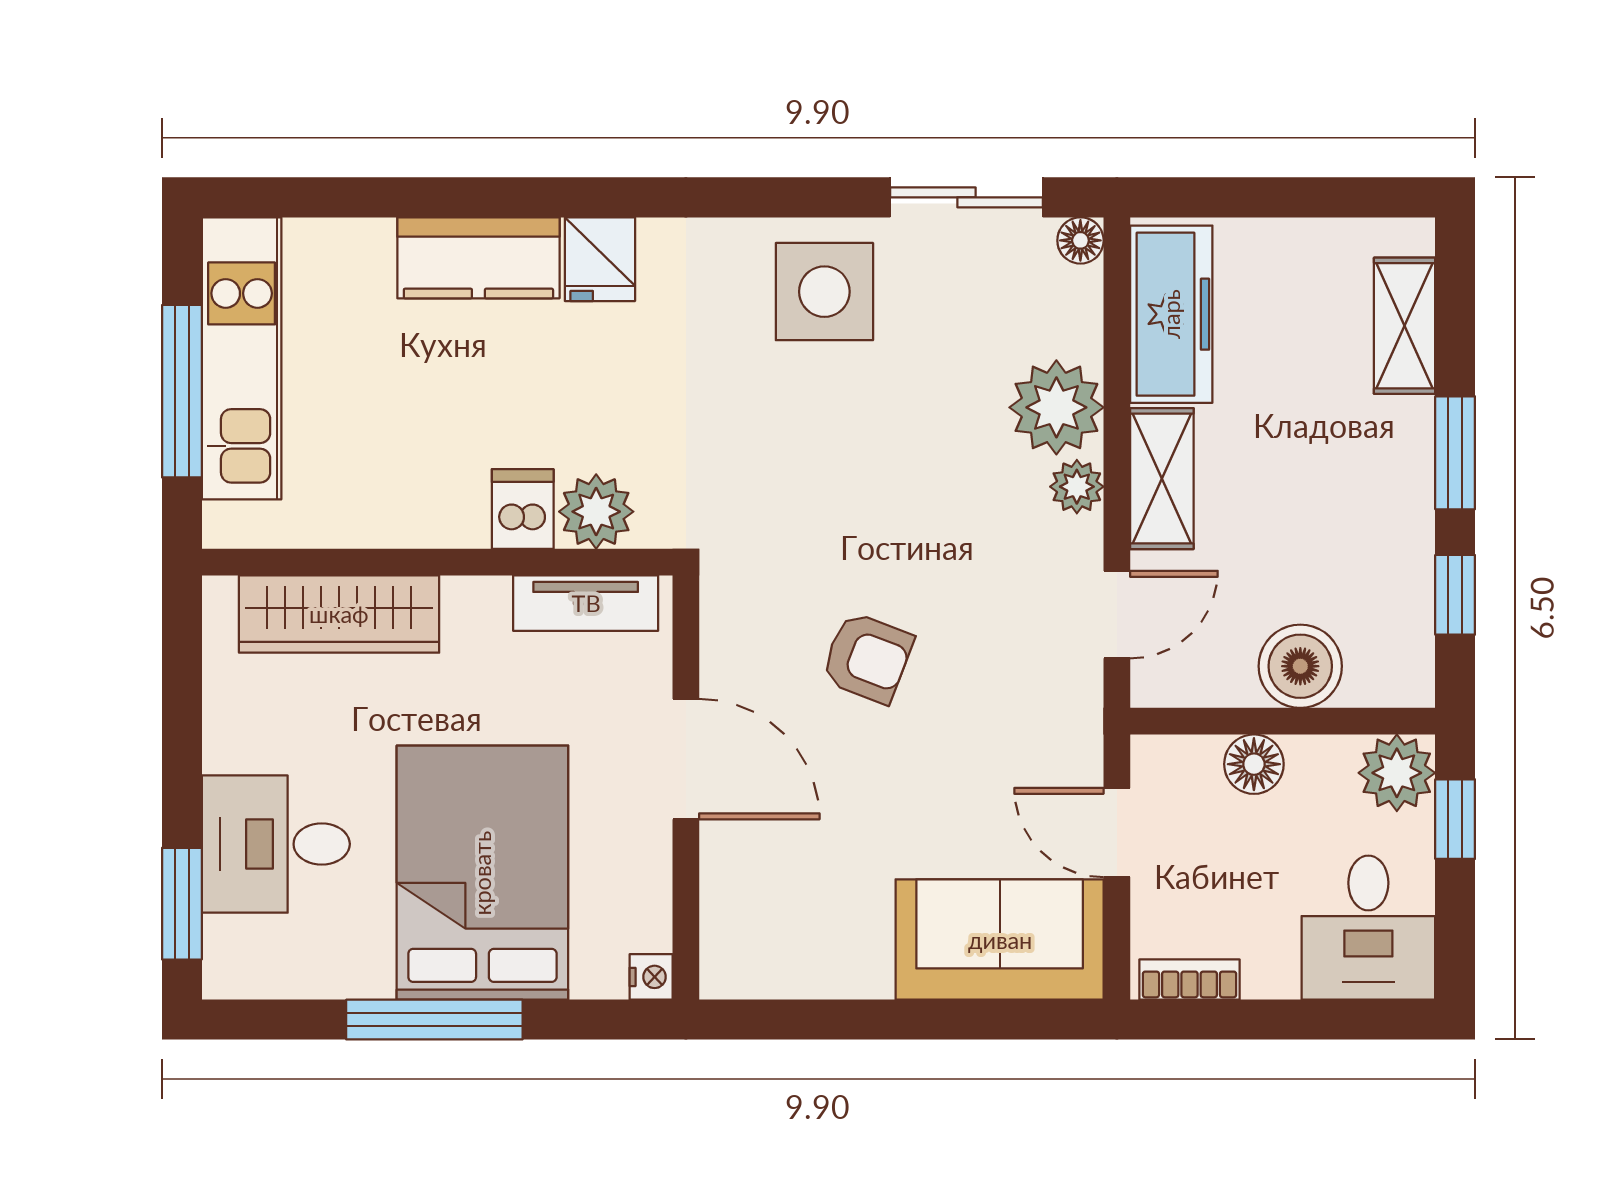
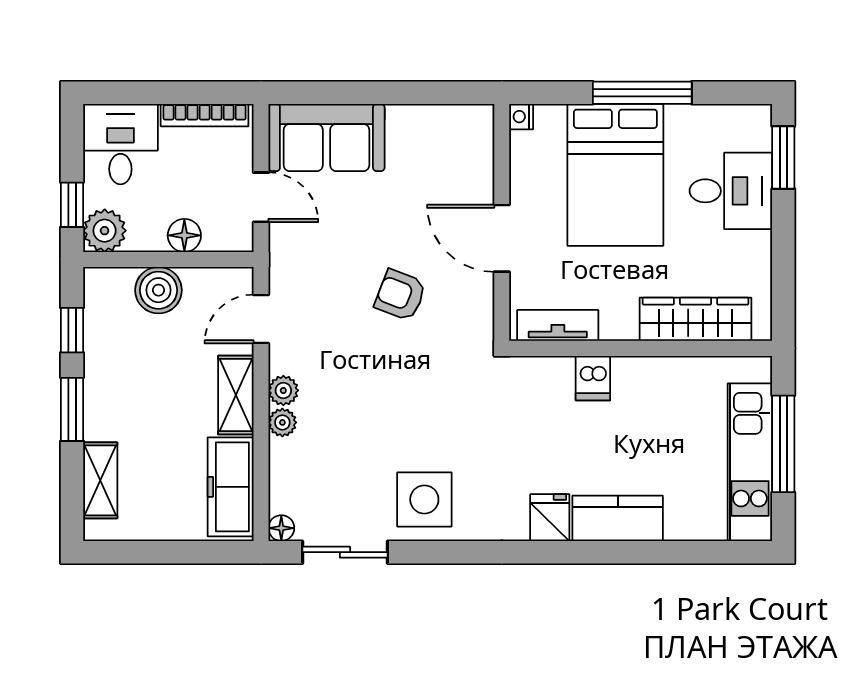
plant: (1056, 407) -> (282, 422), width x0.53, depth x0.53
plant: (596, 512) -> (552, 377), removed
bookcase: (1189, 980) -> (205, 115), width x1.56

